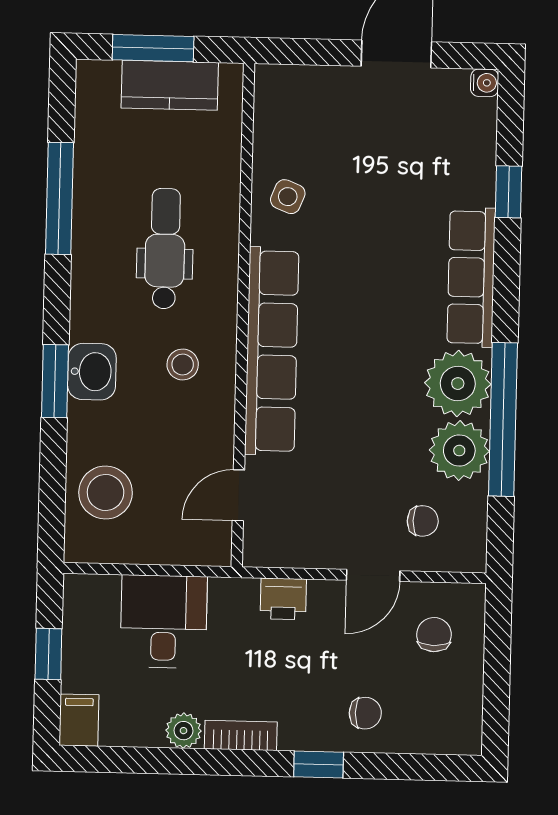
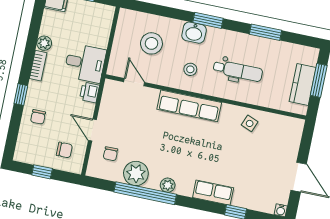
window: (60, 198) -> (265, 32), width x0.69
row of seats: (471, 277) -> (213, 193), width x0.68
row of seats: (272, 351) -> (189, 106), width x0.73
window: (55, 381) -> (208, 20), moved
plant: (458, 384) -> (168, 185), width x0.53, depth x0.53
stool: (106, 492) -> (151, 43), moved
desk: (164, 621) -> (85, 63), moved
window: (497, 679) -> (42, 172), added

